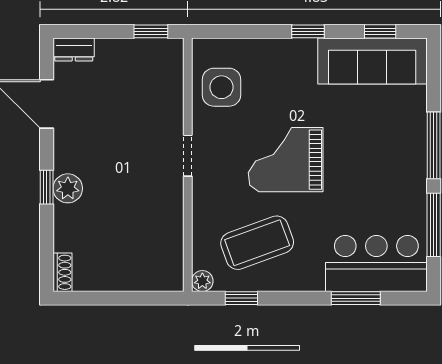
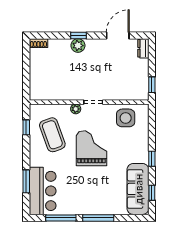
plant: (202, 281) -> (76, 109), moved

